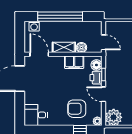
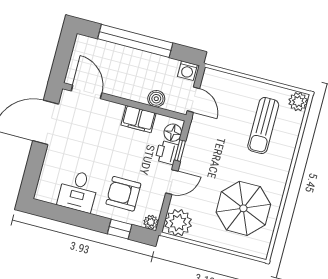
washing machine: (34, 26) -> (187, 71), moved
shelving: (64, 47) -> (128, 91), removed
door: (103, 94) -> (172, 182), swing flipped
desk: (36, 115) -> (78, 191), moved, turned -90

